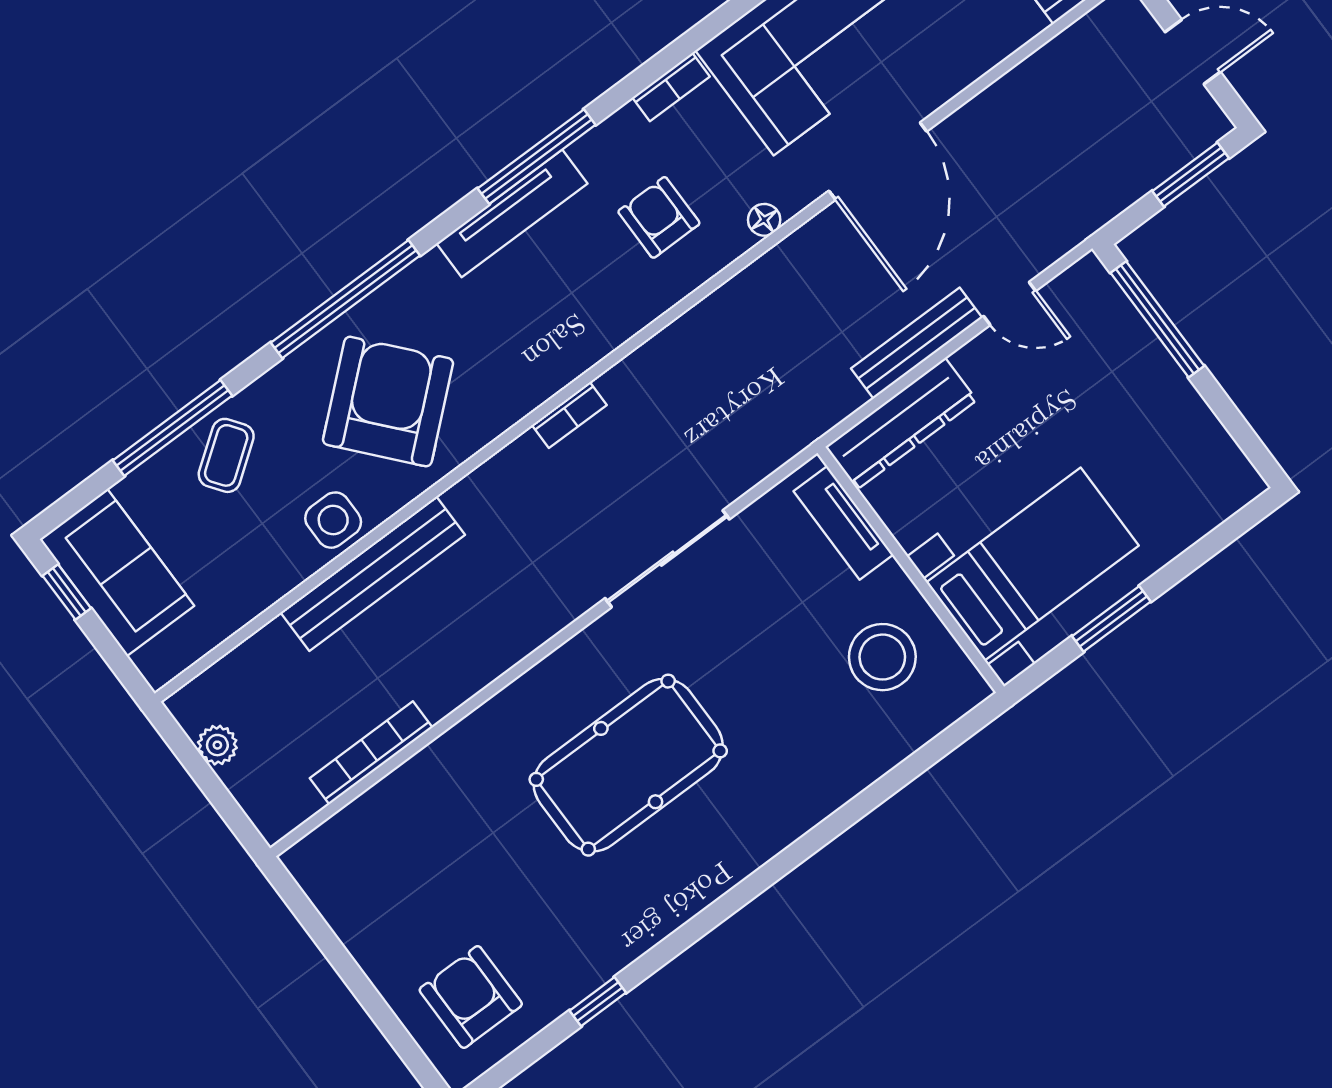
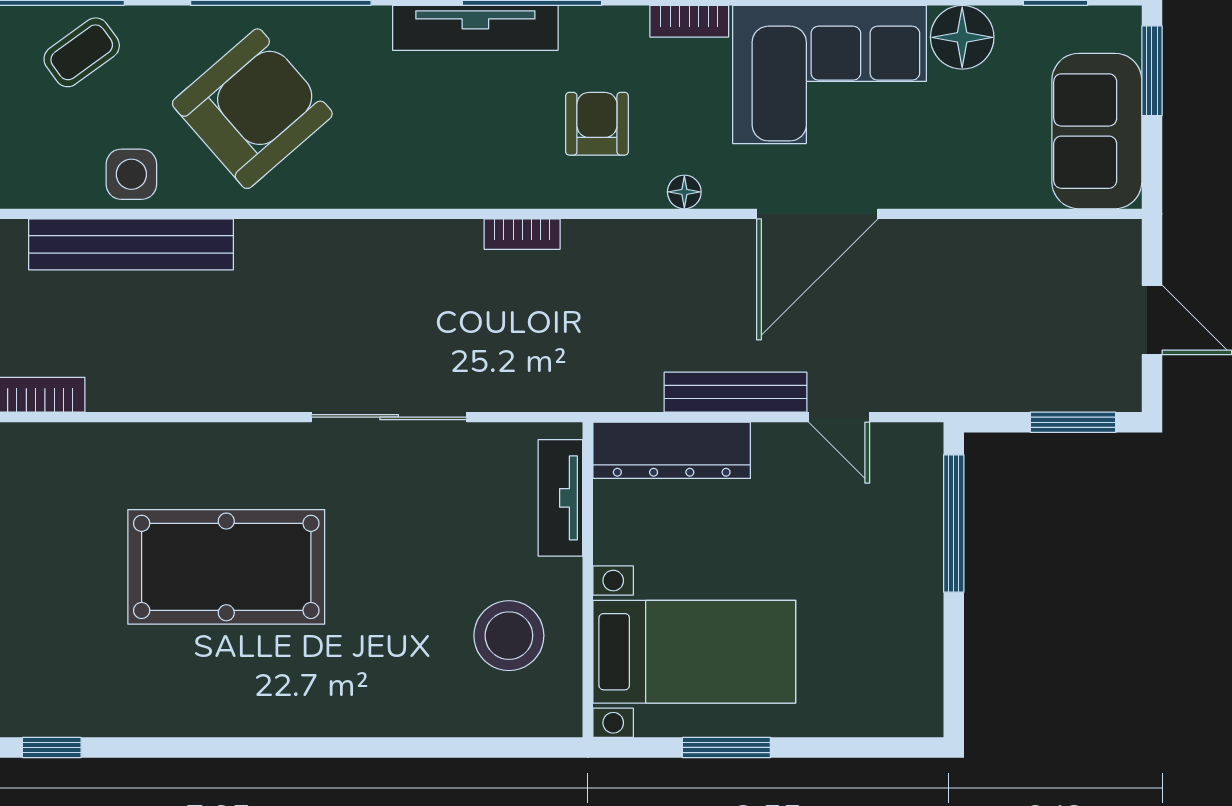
bookcase: (569, 415) -> (522, 234), moved

